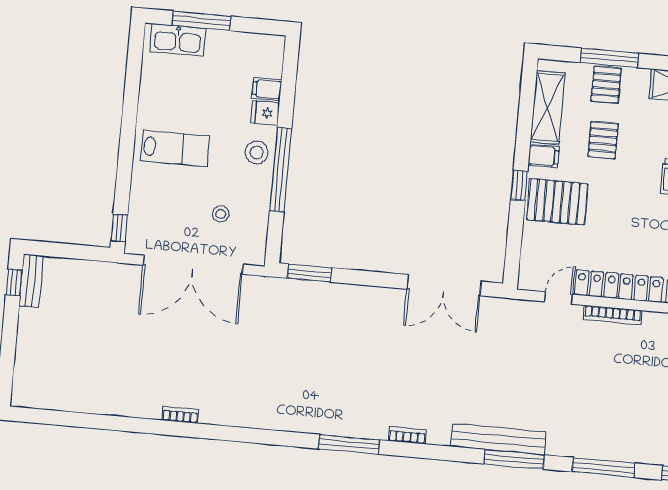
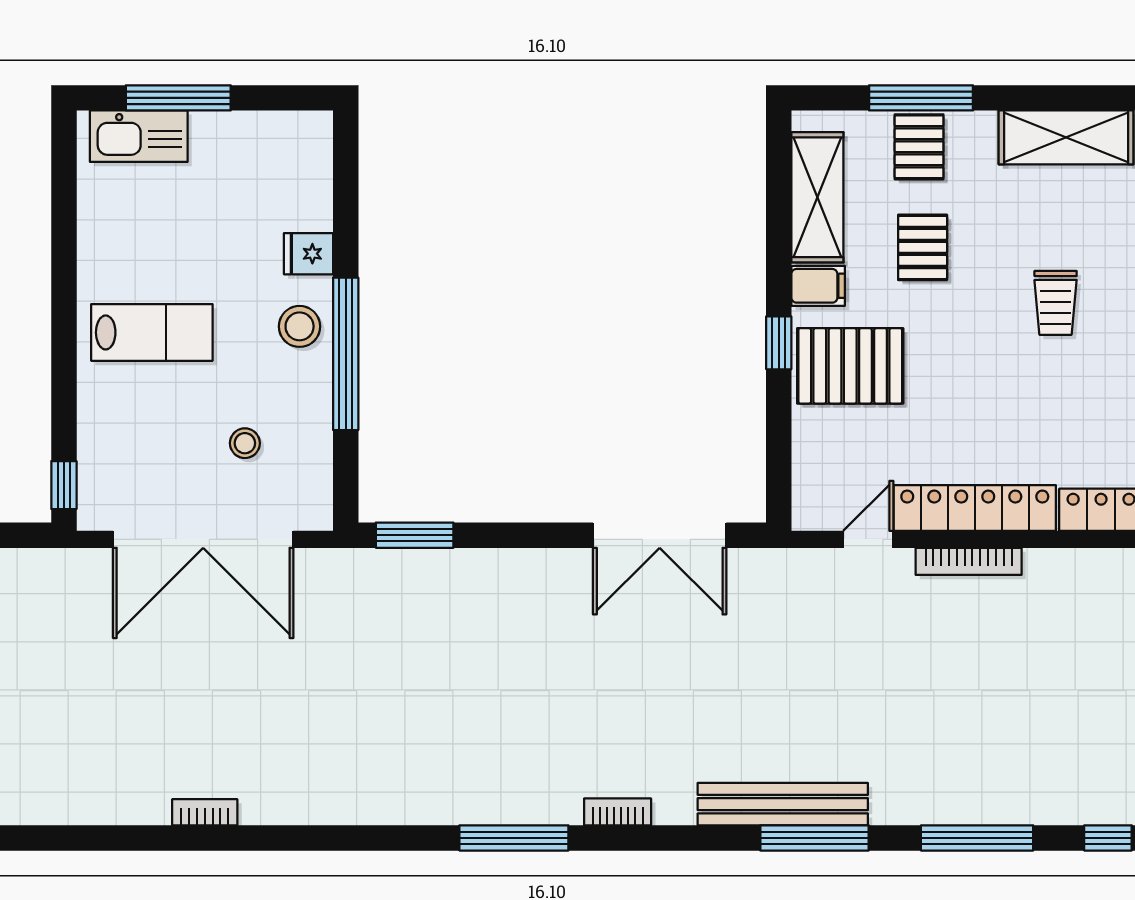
filing cabinet: (267, 89) -> (308, 211), removed

